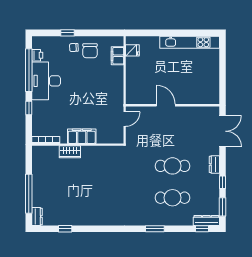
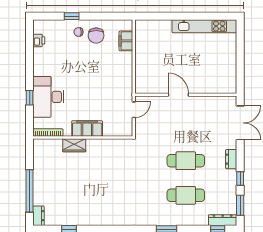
fridge: (132, 50) -> (142, 35), removed
window: (29, 70) -> (30, 57), removed
desk: (46, 81) -> (48, 97), moved

